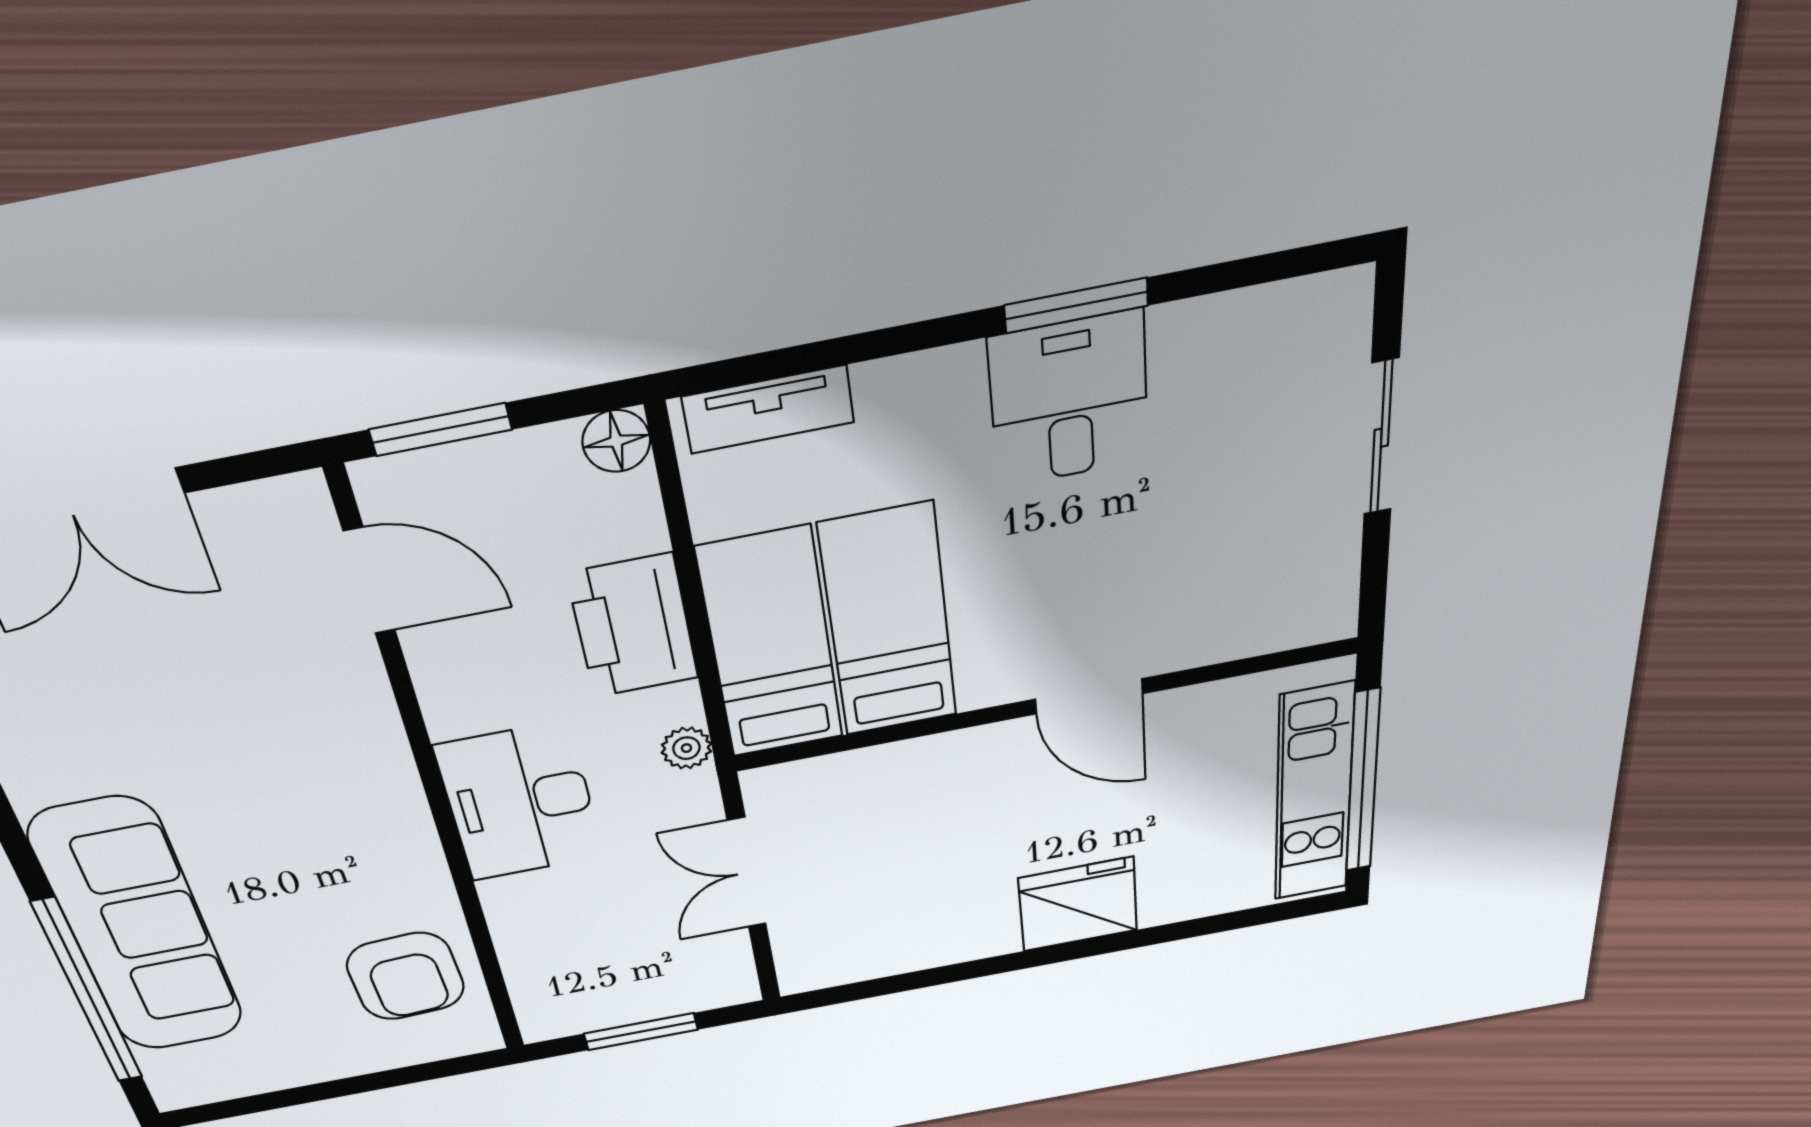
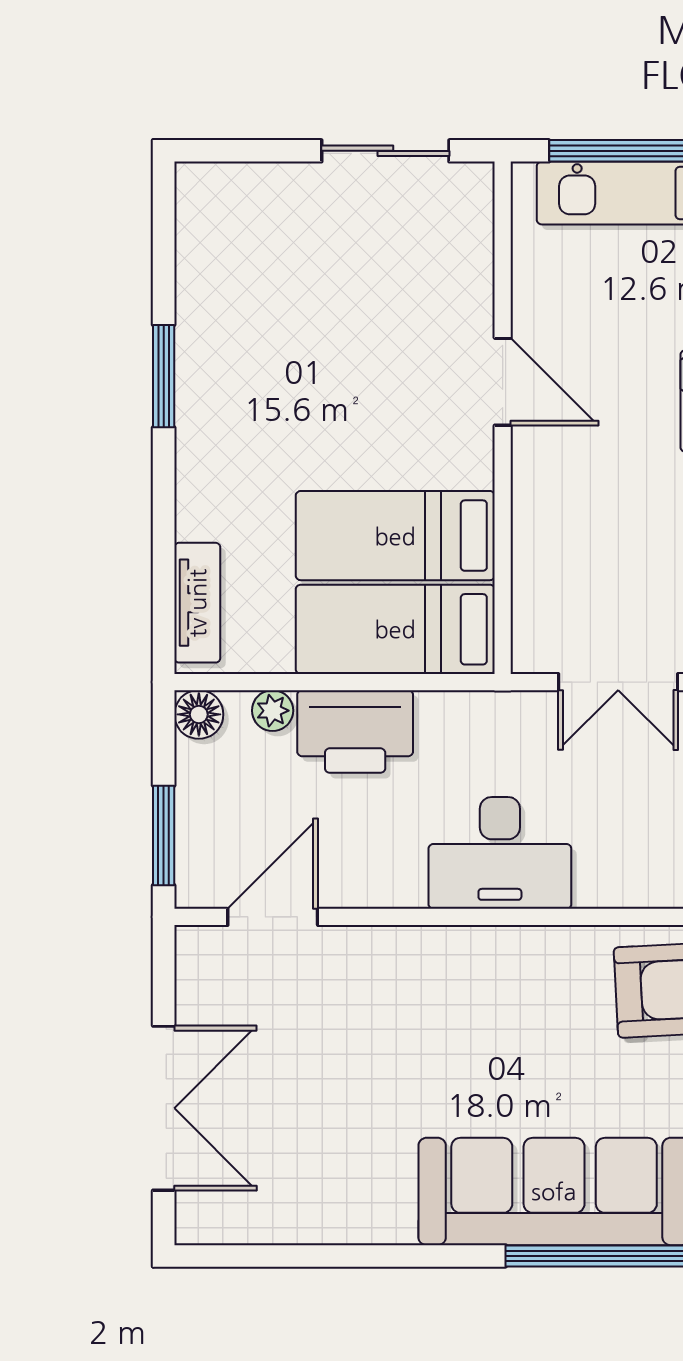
desk: (1069, 400) -> (236, 385), removed
sliding door: (1381, 438) -> (385, 151), moved
door: (1089, 696) -> (503, 382), hinge flipped
plant: (686, 748) -> (273, 711), moved

